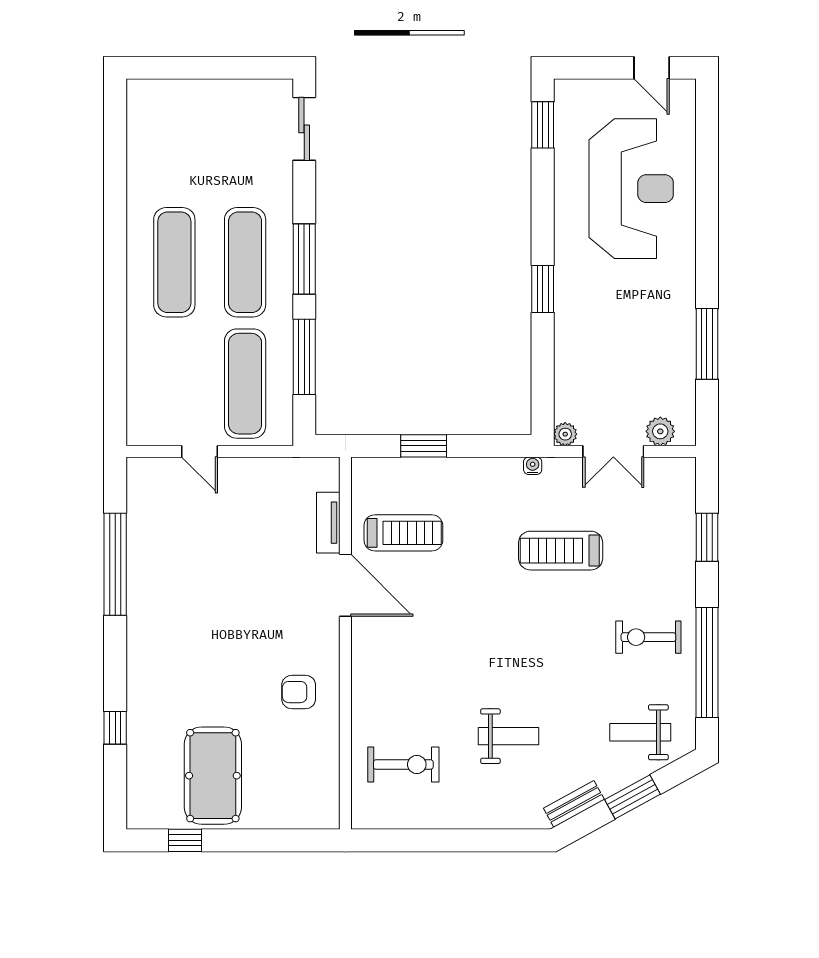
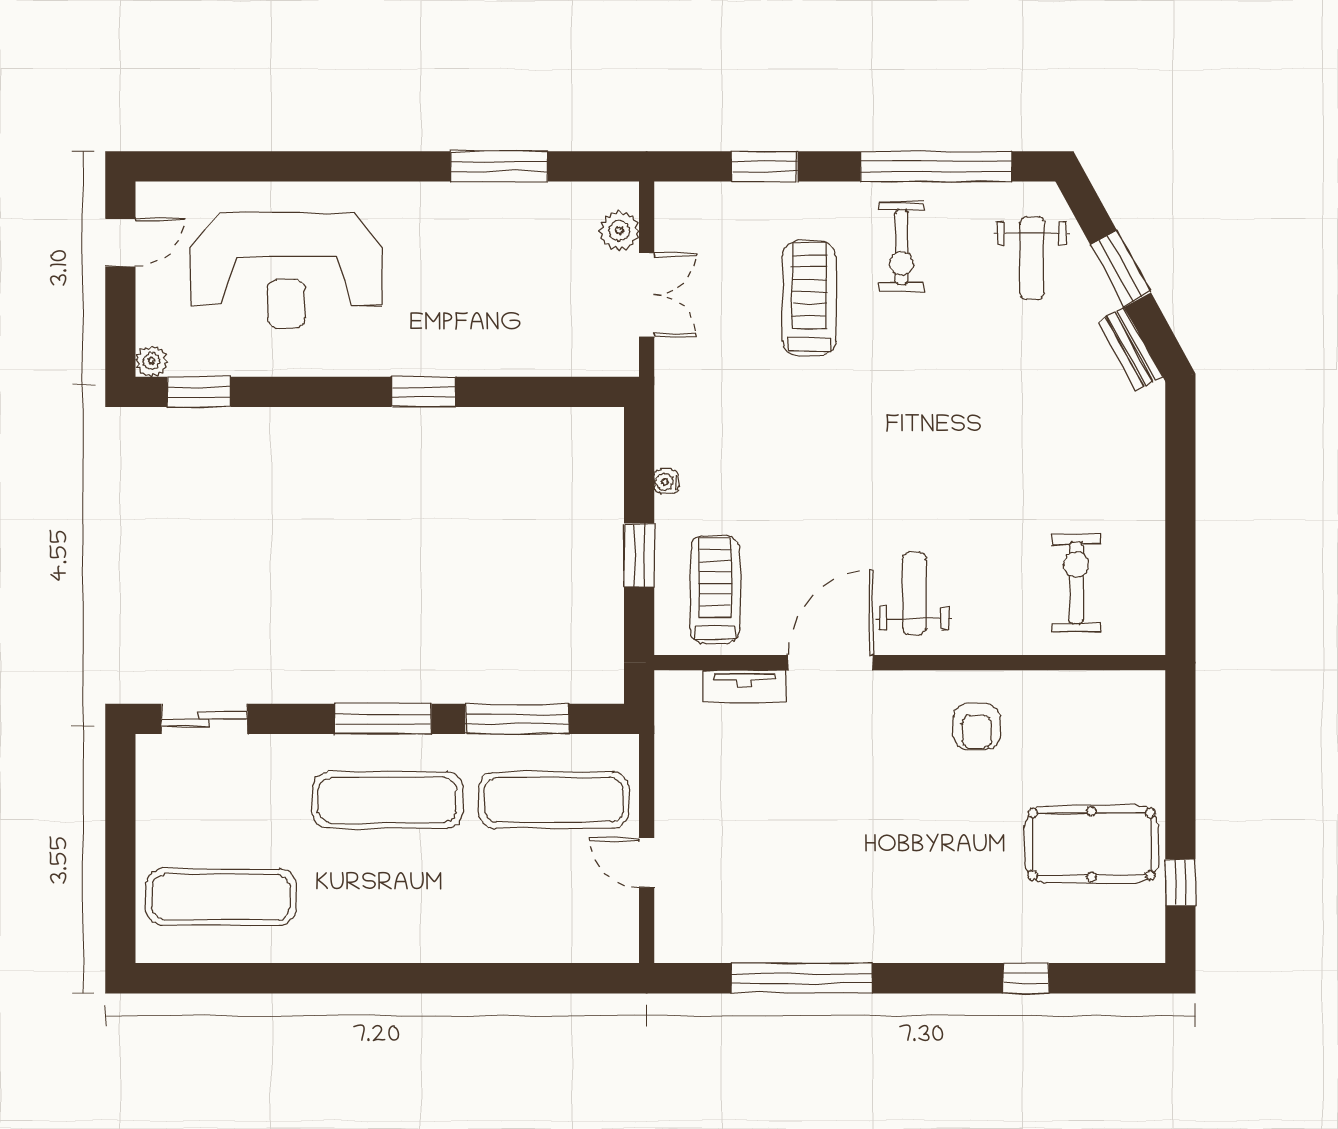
reception desk: (631, 189) -> (286, 270), turned 180
exercise mat: (174, 262) -> (221, 897), moved
plant: (565, 434) -> (152, 361), moved
door: (200, 451) -> (647, 863), swing flipped
water cooler: (533, 466) -> (666, 482), moved
treadmill: (403, 533) -> (715, 589), moved
treadmill: (561, 551) -> (809, 298), moved, turned 180
weight bench: (508, 736) -> (914, 593), moved

